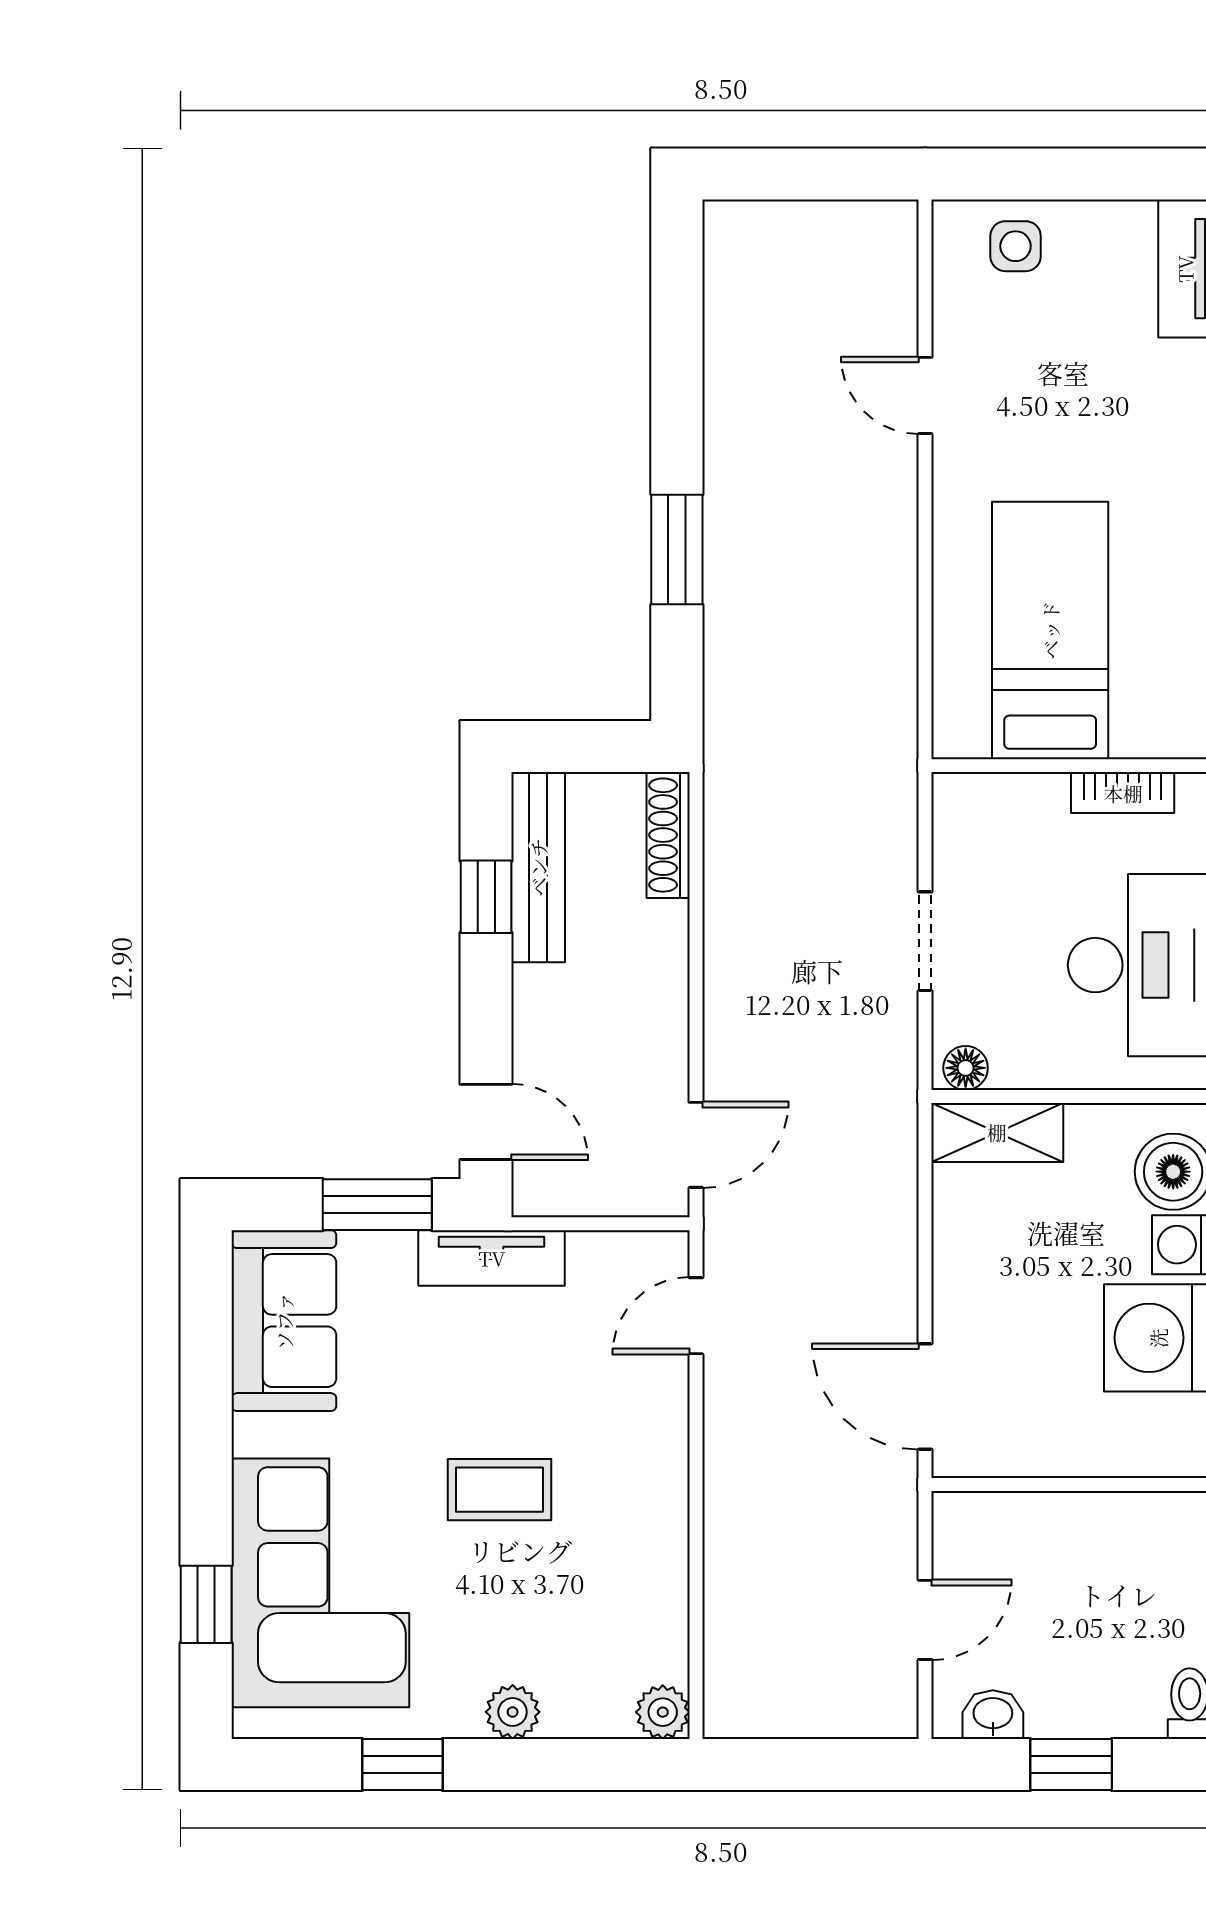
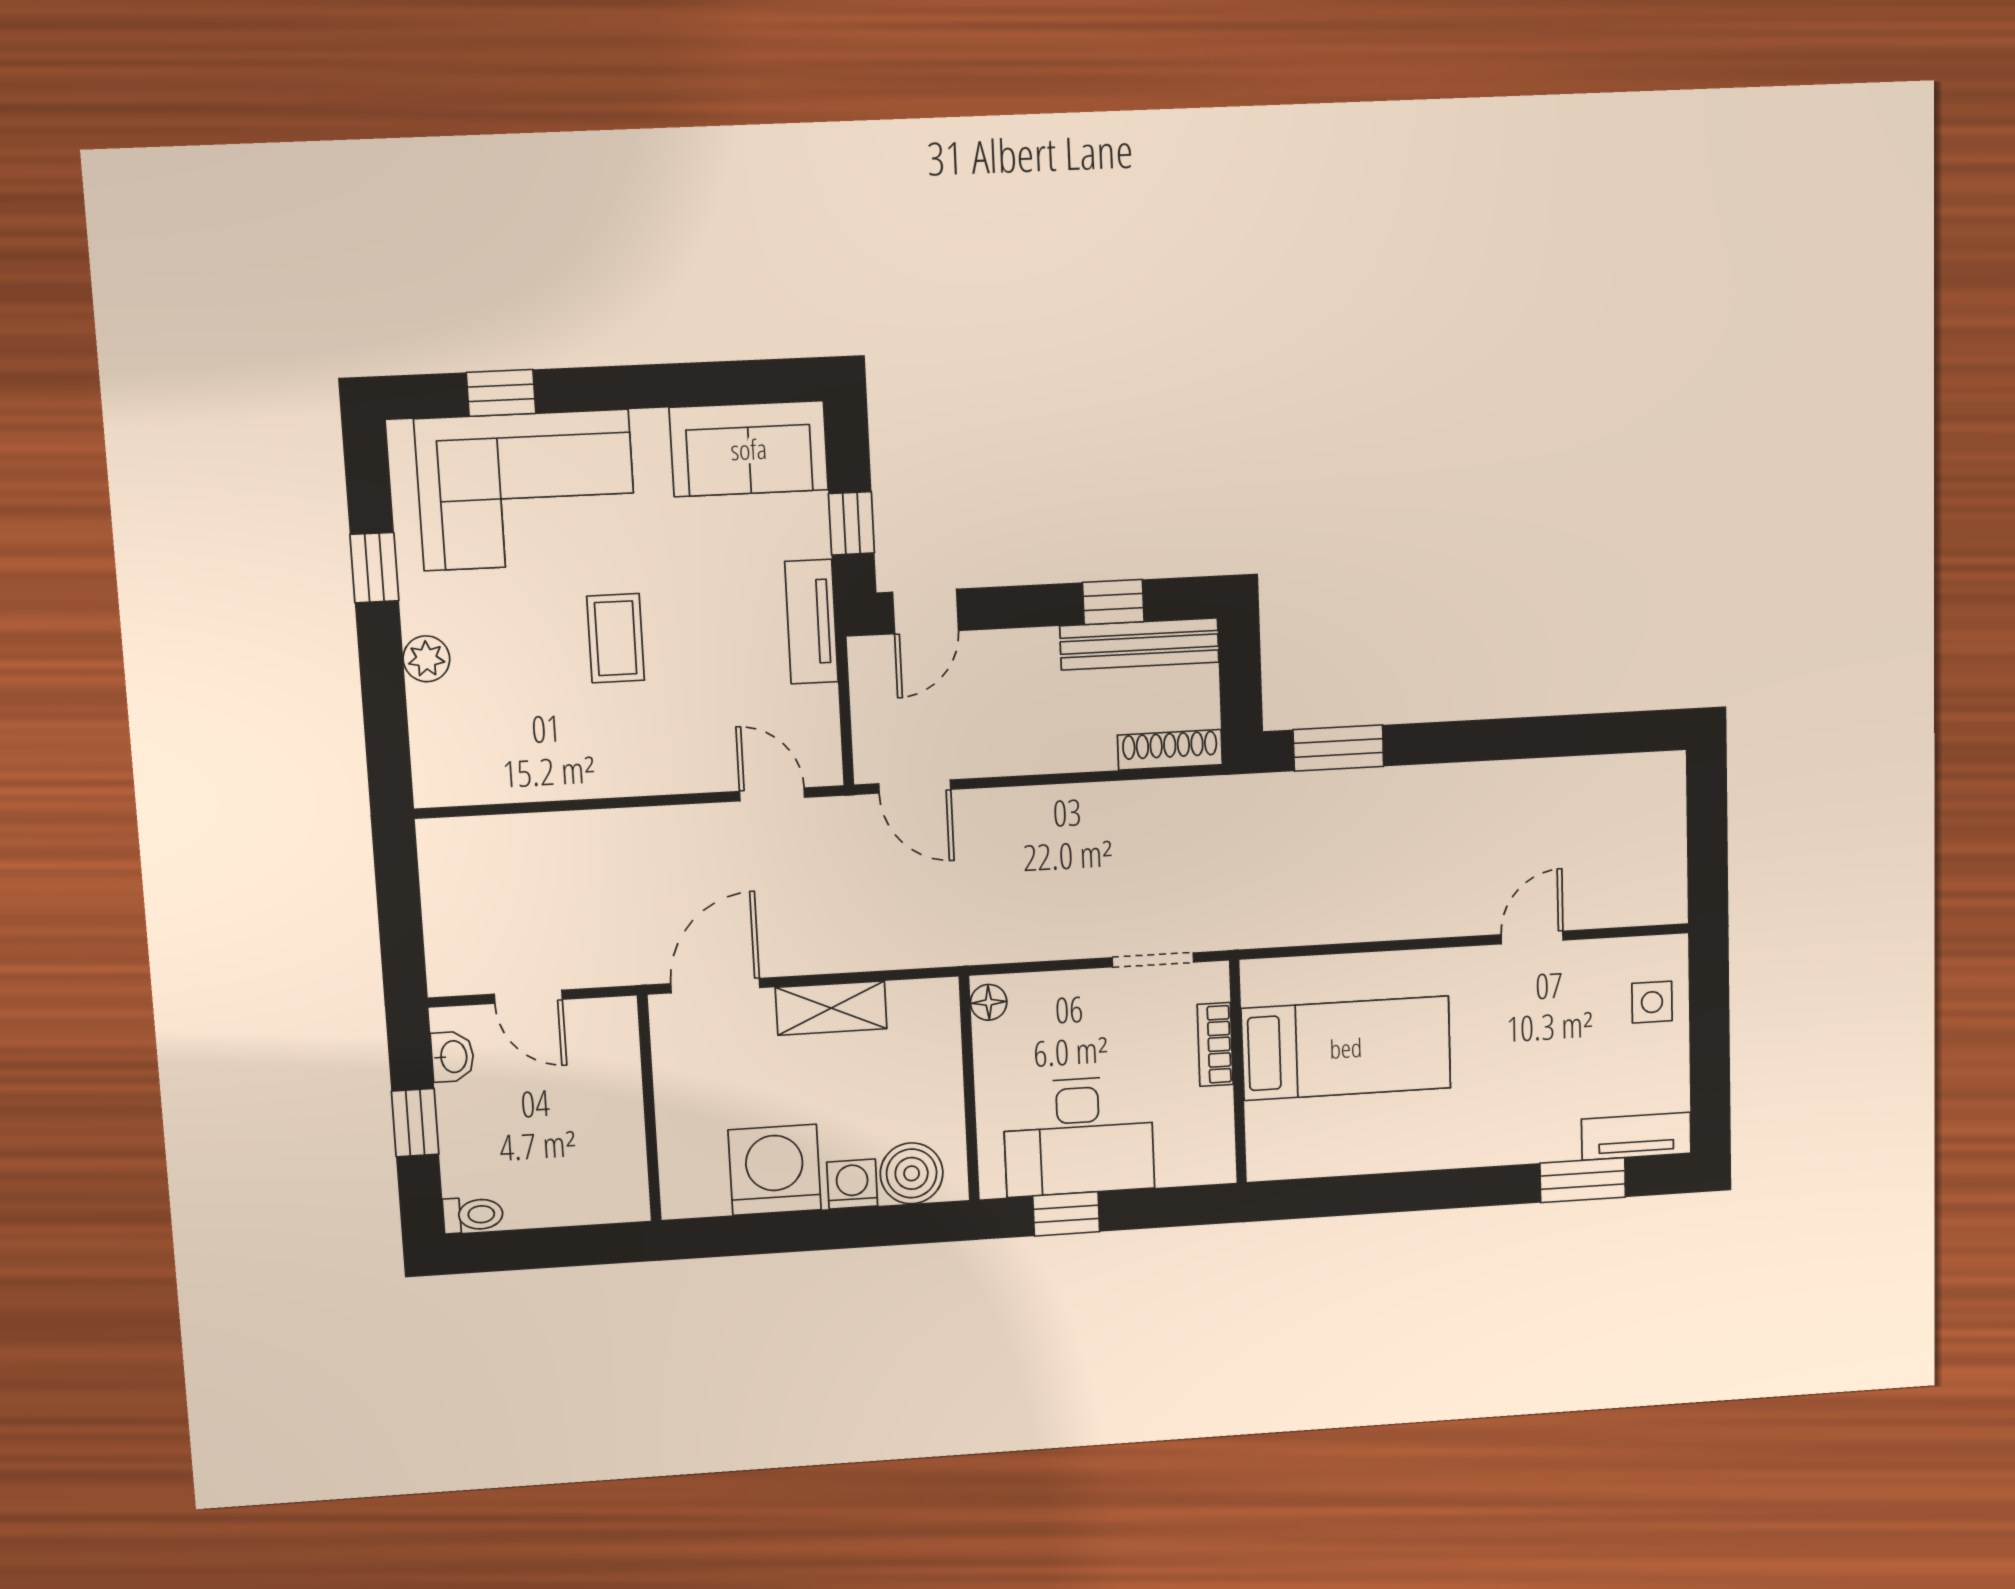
window: (677, 549) -> (1338, 748), moved
bookcase: (1123, 793) -> (1215, 1044), moved
doorway: (925, 941) -> (1153, 960), moved
shelving: (997, 1132) -> (831, 1008), moved, turned 90
window: (377, 1205) -> (851, 523), width x0.67
plant: (663, 1712) -> (435, 785), removed

